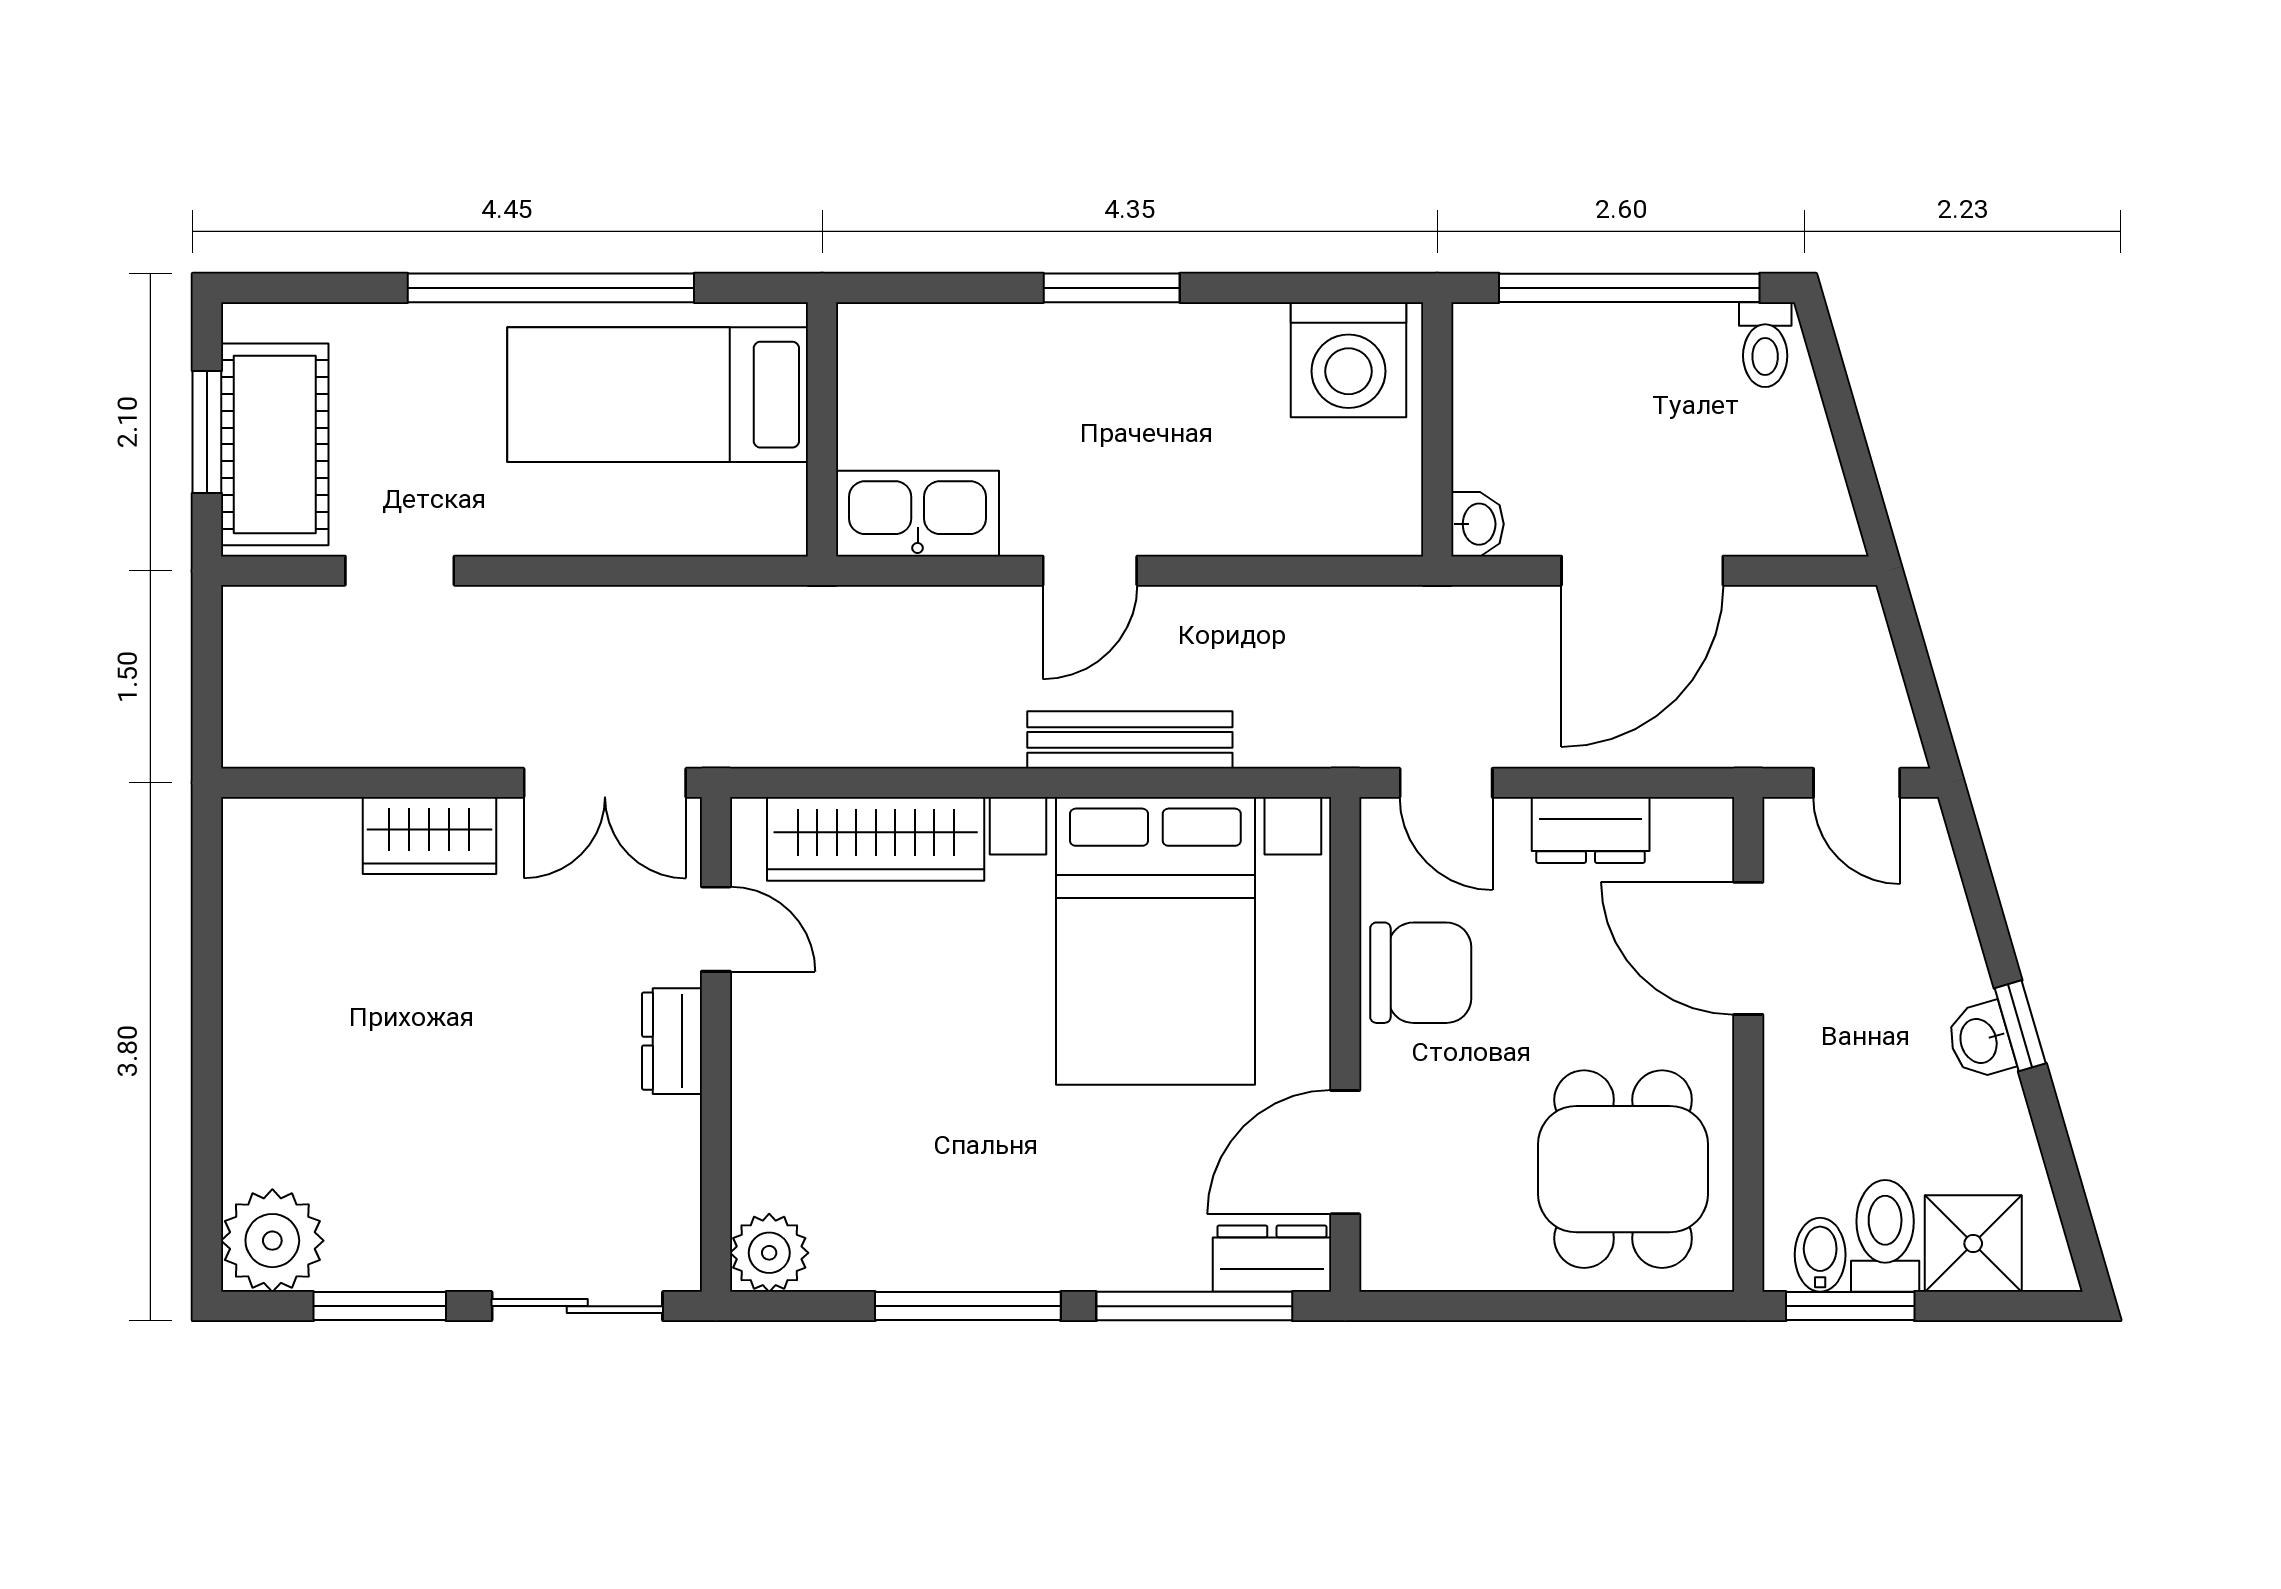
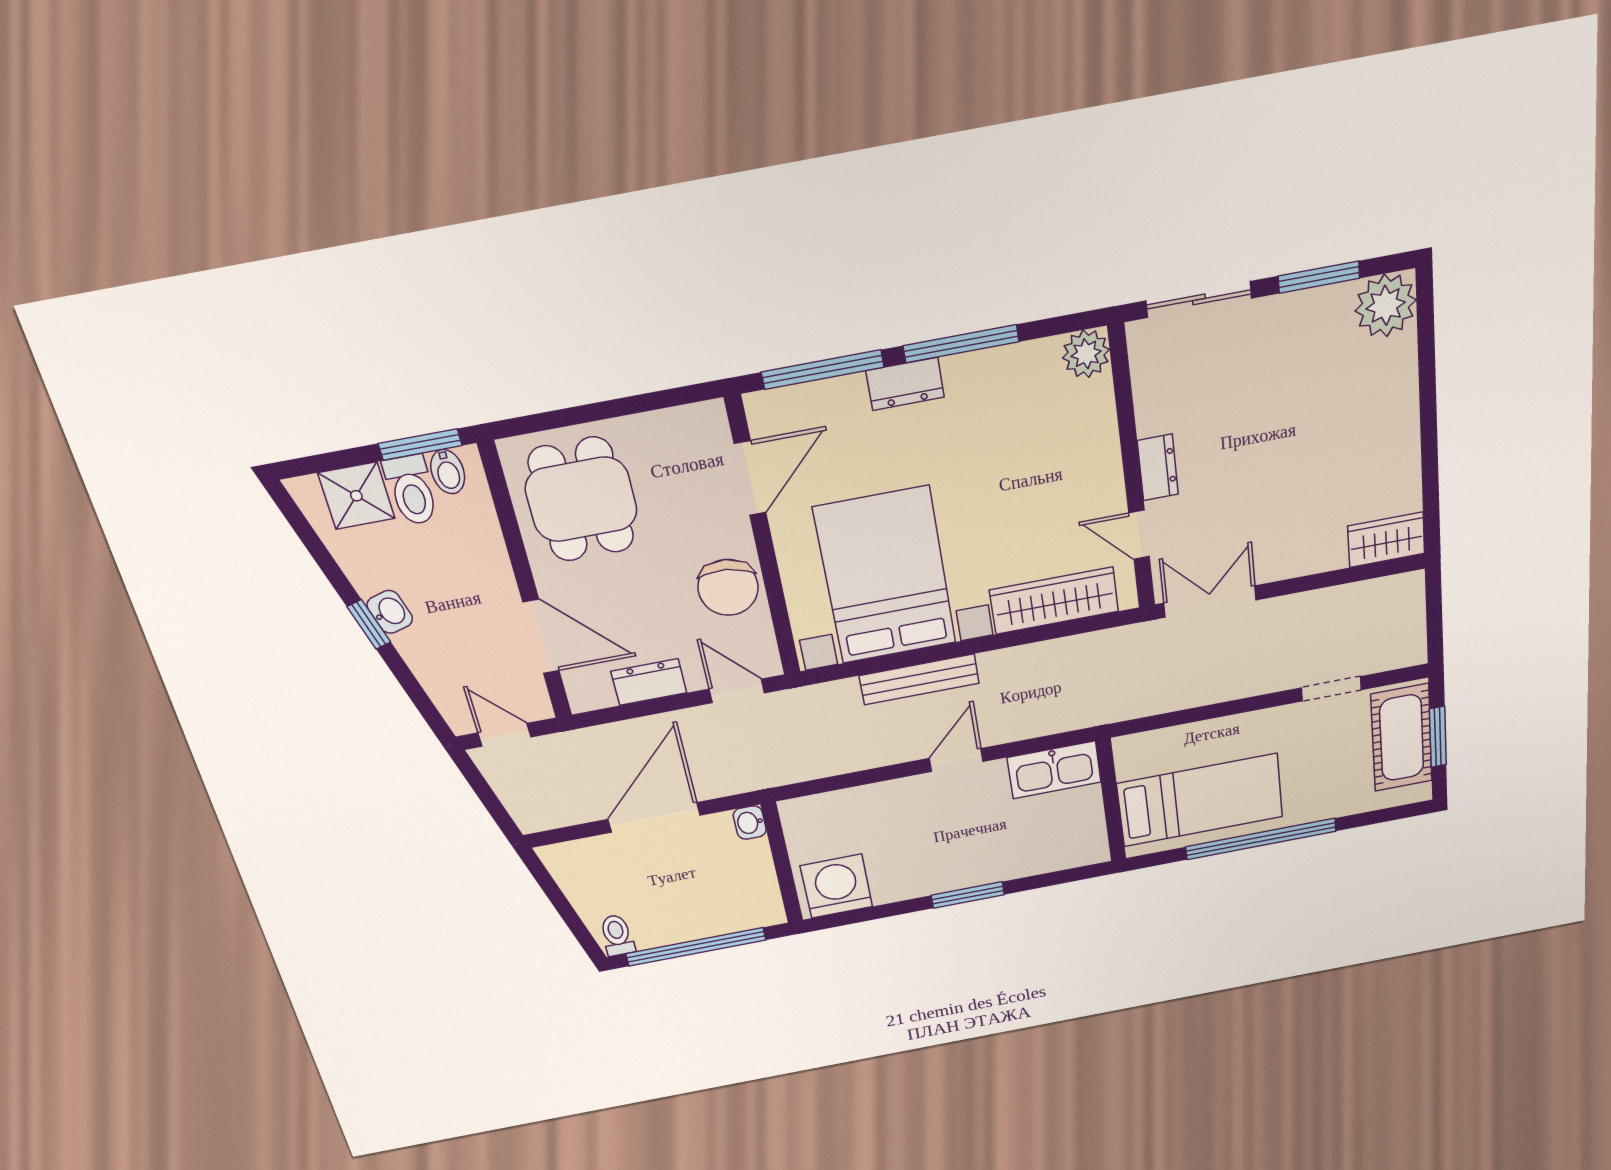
wardrobe: (429, 836) -> (1386, 540), moved
chair: (1421, 973) -> (728, 587), turned -84
dresser: (1272, 1259) -> (905, 384), moved

